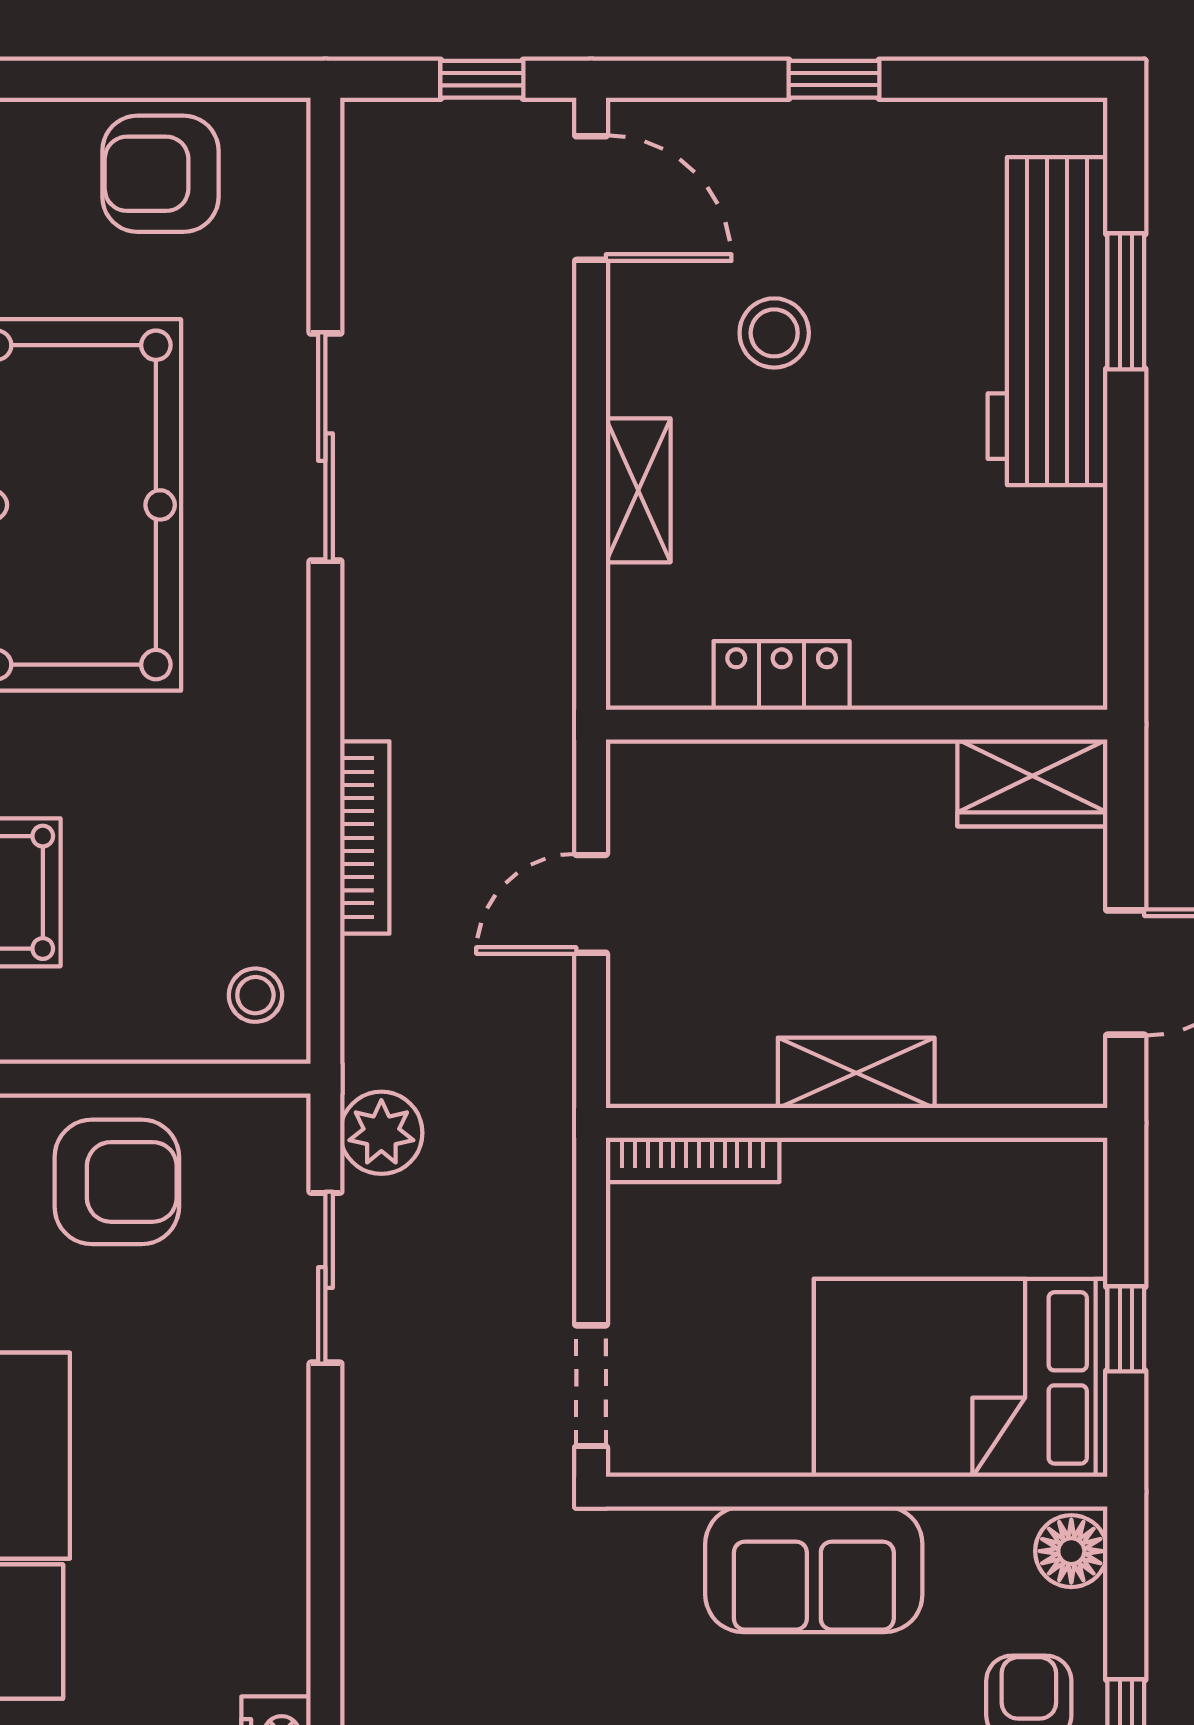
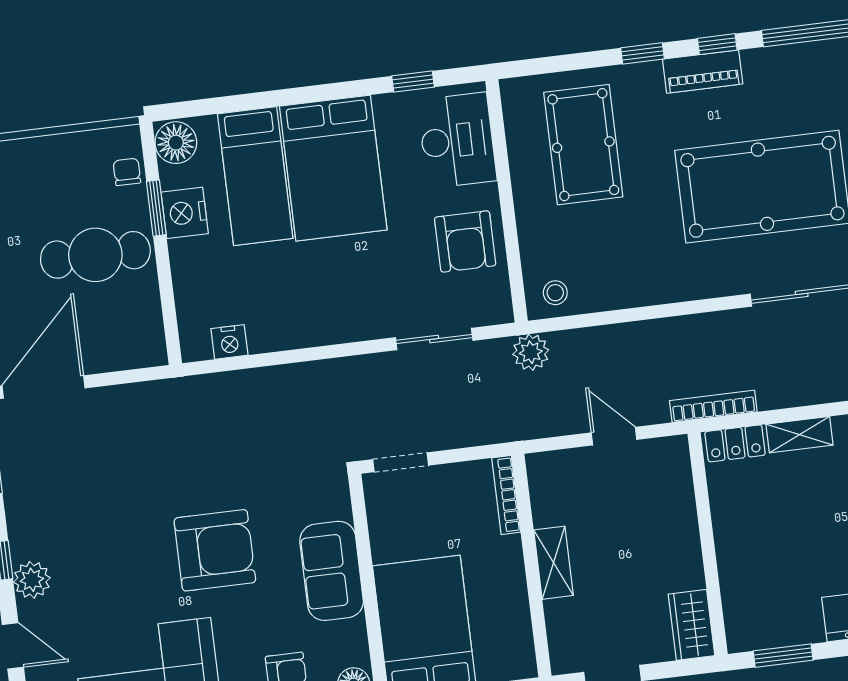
window: (1126, 587) -> (783, 656), added
locker: (782, 675) -> (735, 443), moved, turned 90
bookcase: (365, 838) -> (713, 406), moved, turned 180
plant: (381, 1133) -> (531, 352), moved

